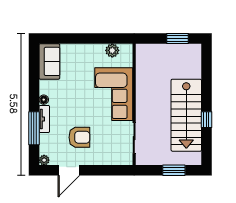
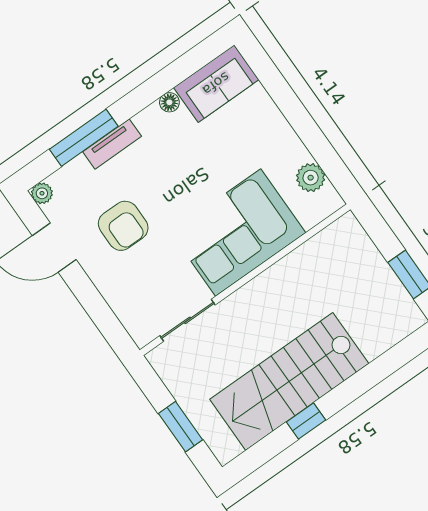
floor lamp: (44, 100) -> (169, 102), moved

